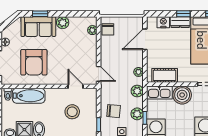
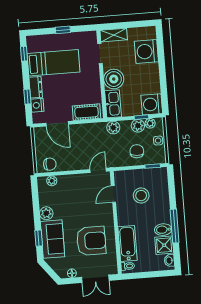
window: (183, 14) -> (27, 97), moved
plant: (138, 72) -> (150, 123), moved
cot: (165, 75) -> (87, 112), moved, turned 90

